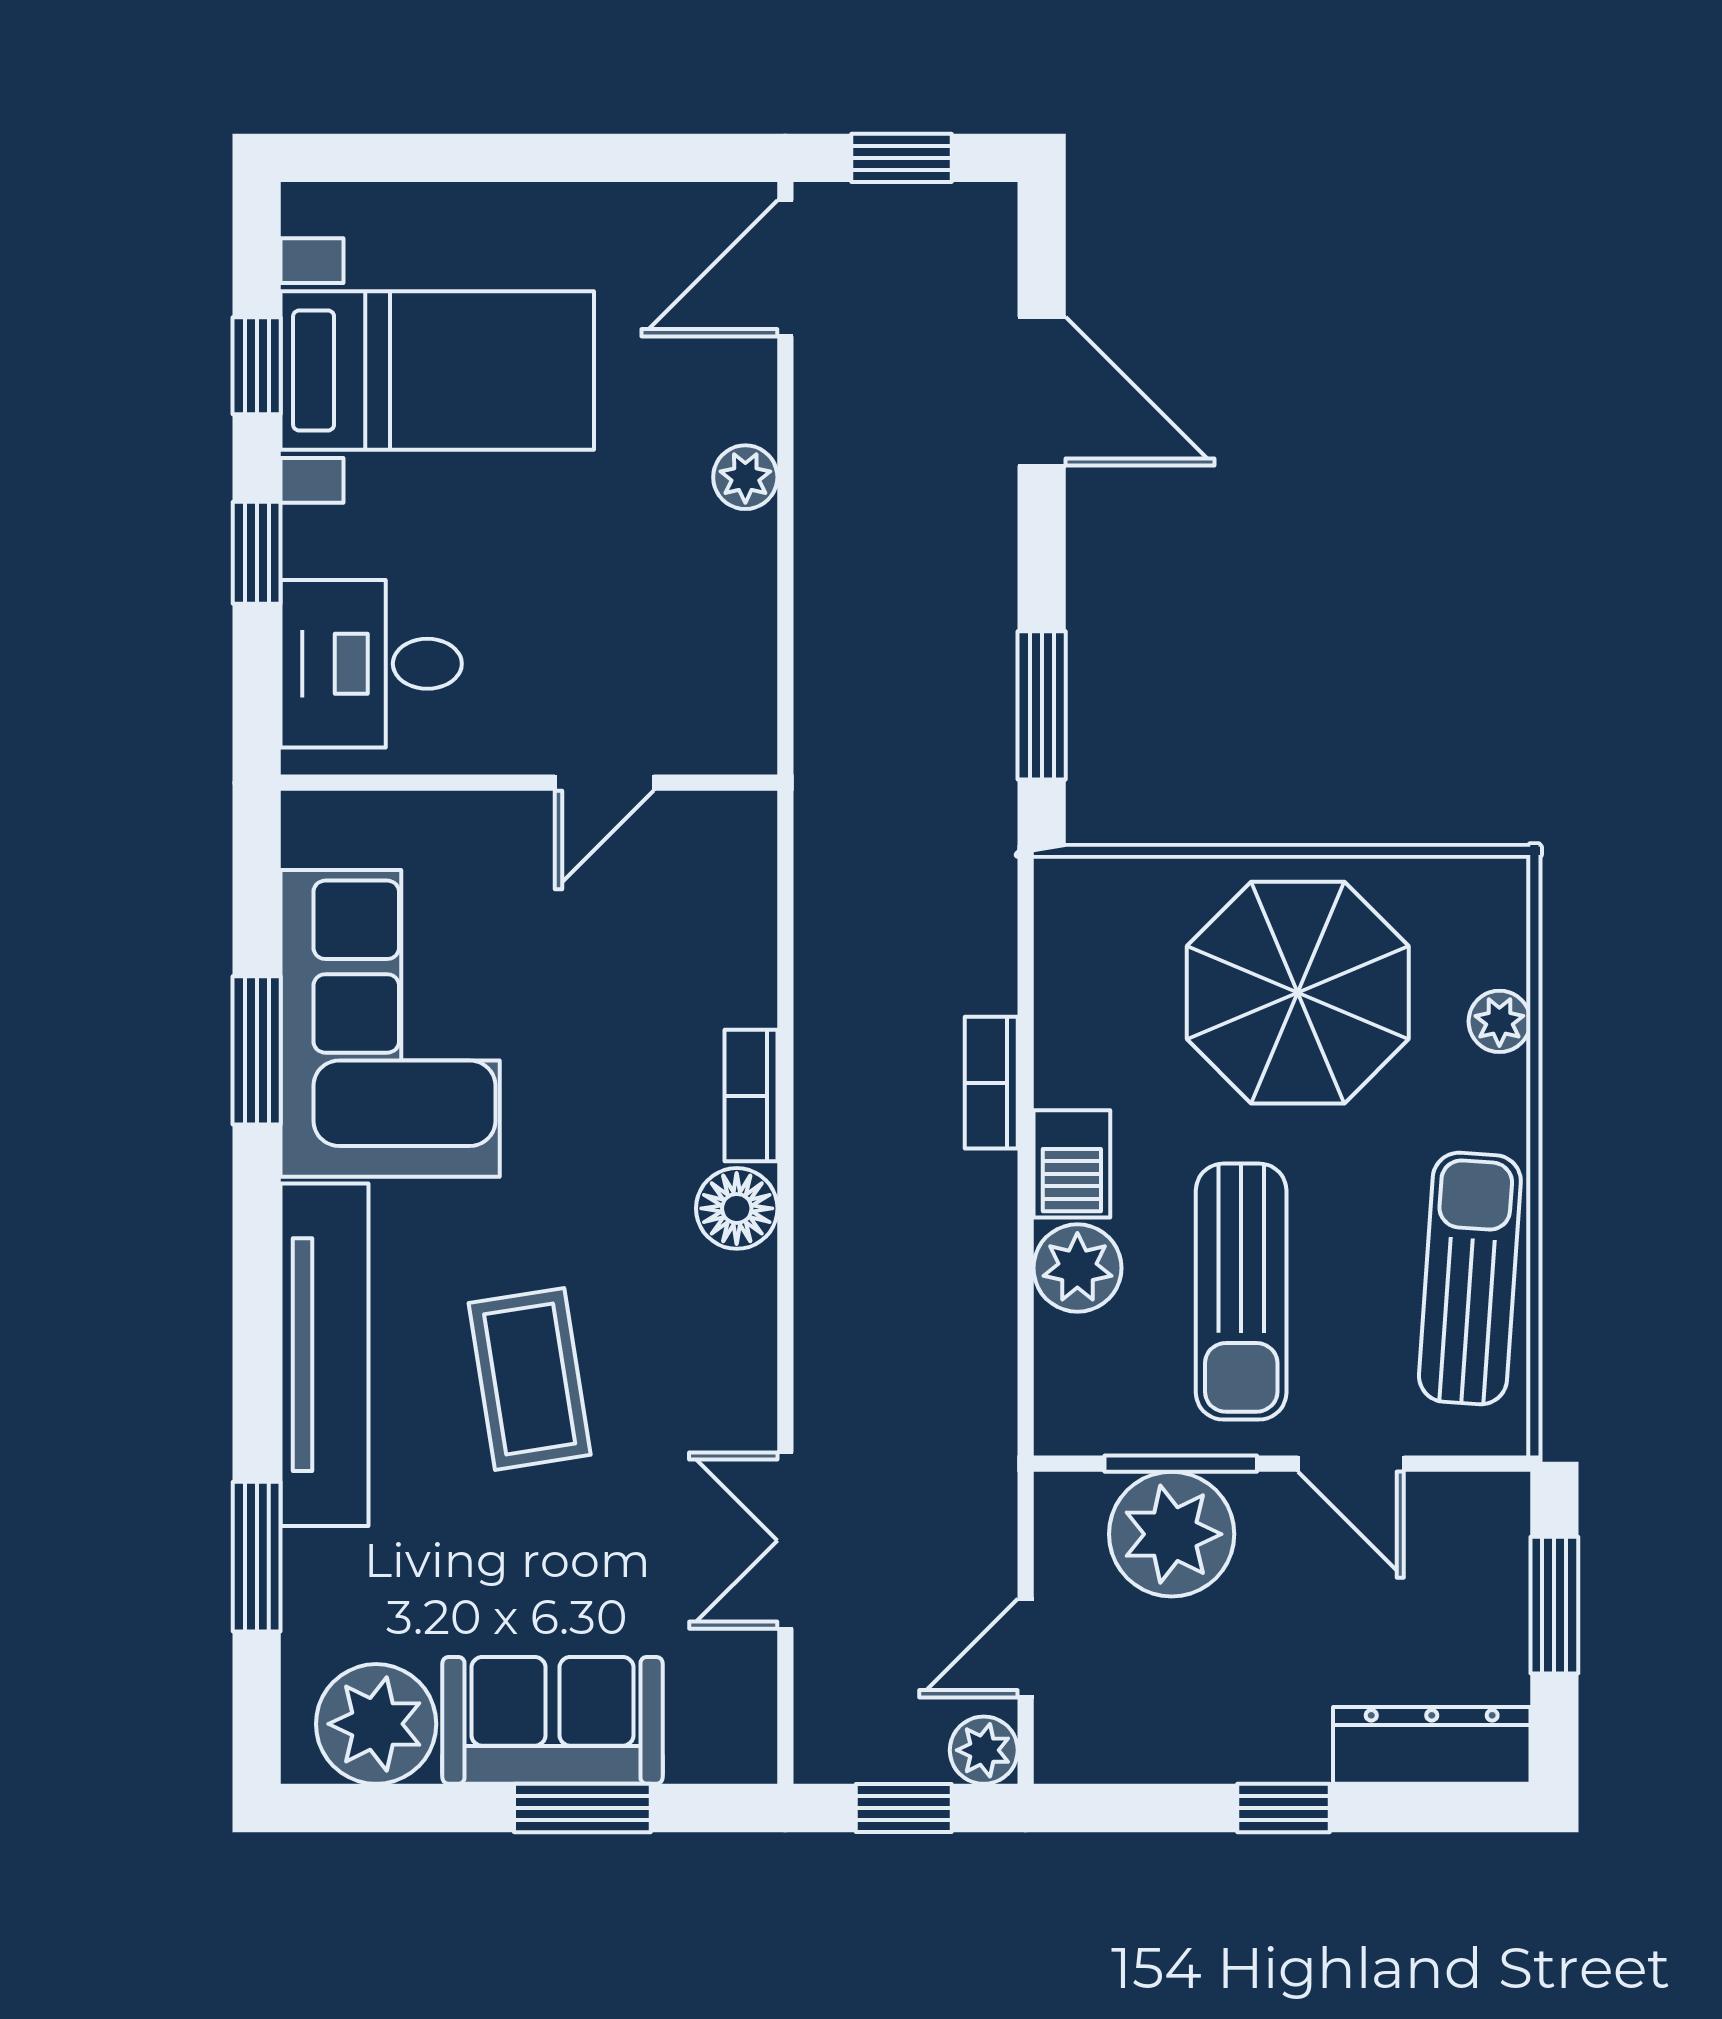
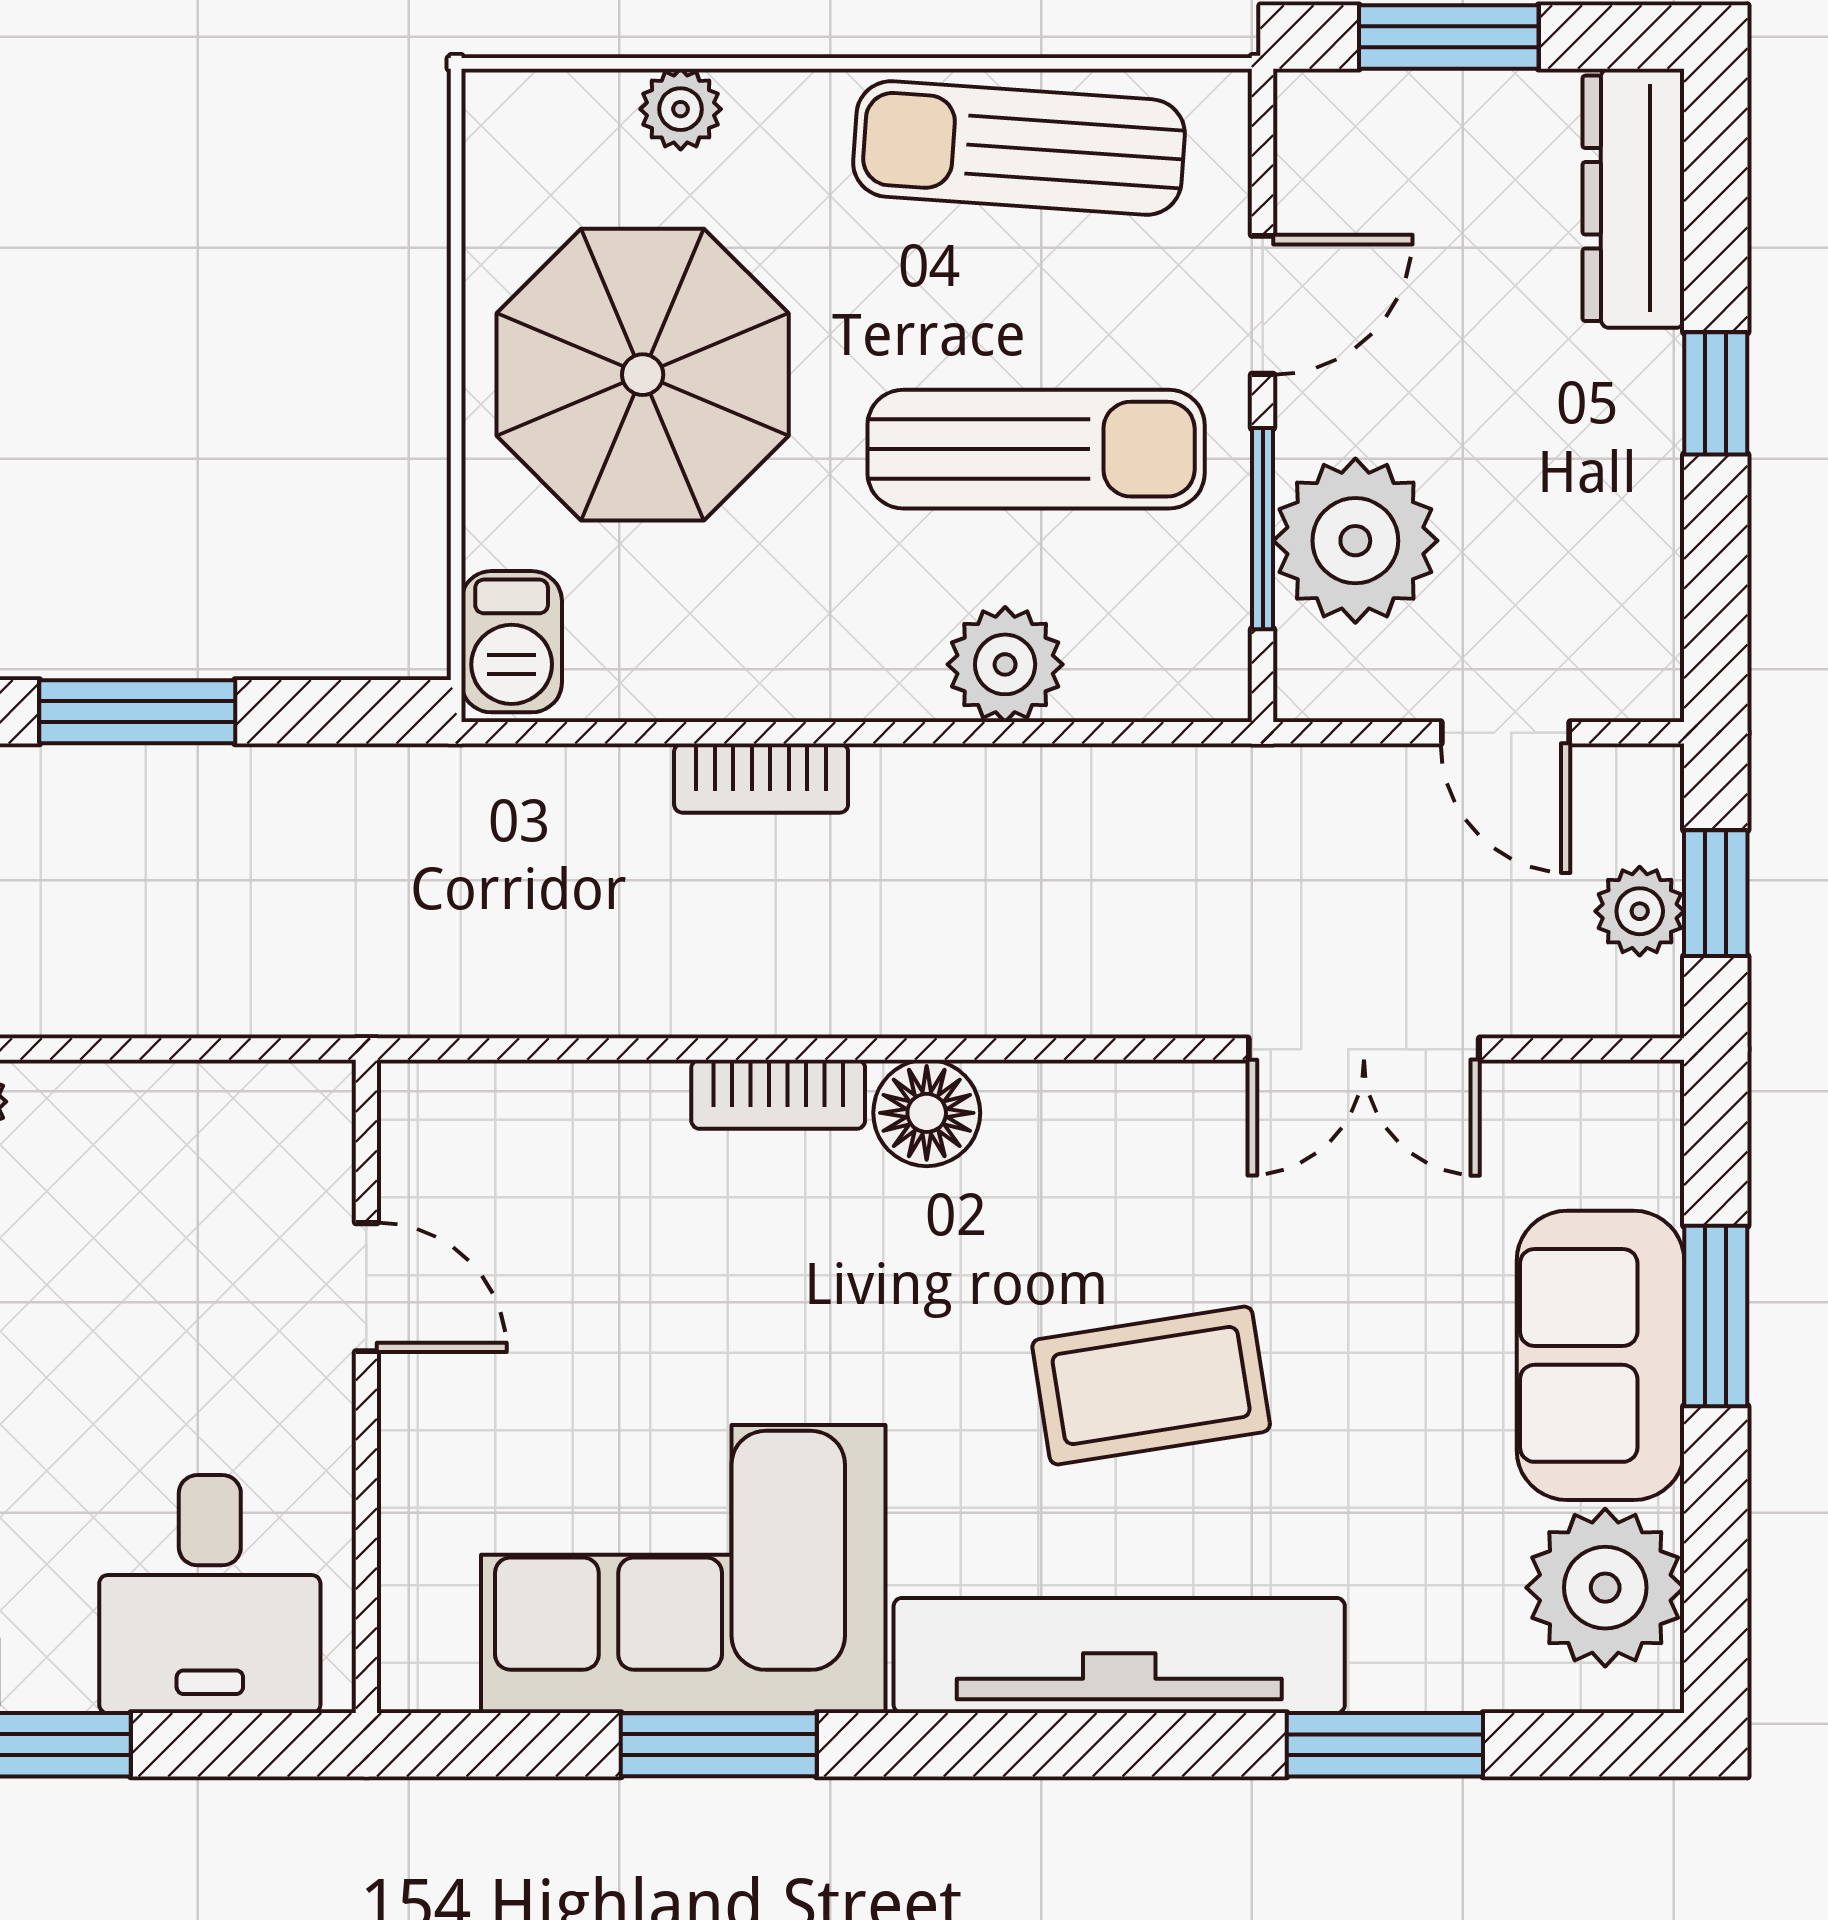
window: (1042, 705) -> (137, 712), moved
barbecue: (1072, 1164) -> (512, 642), moved, turned 90
plant: (984, 1750) -> (1640, 911), moved

